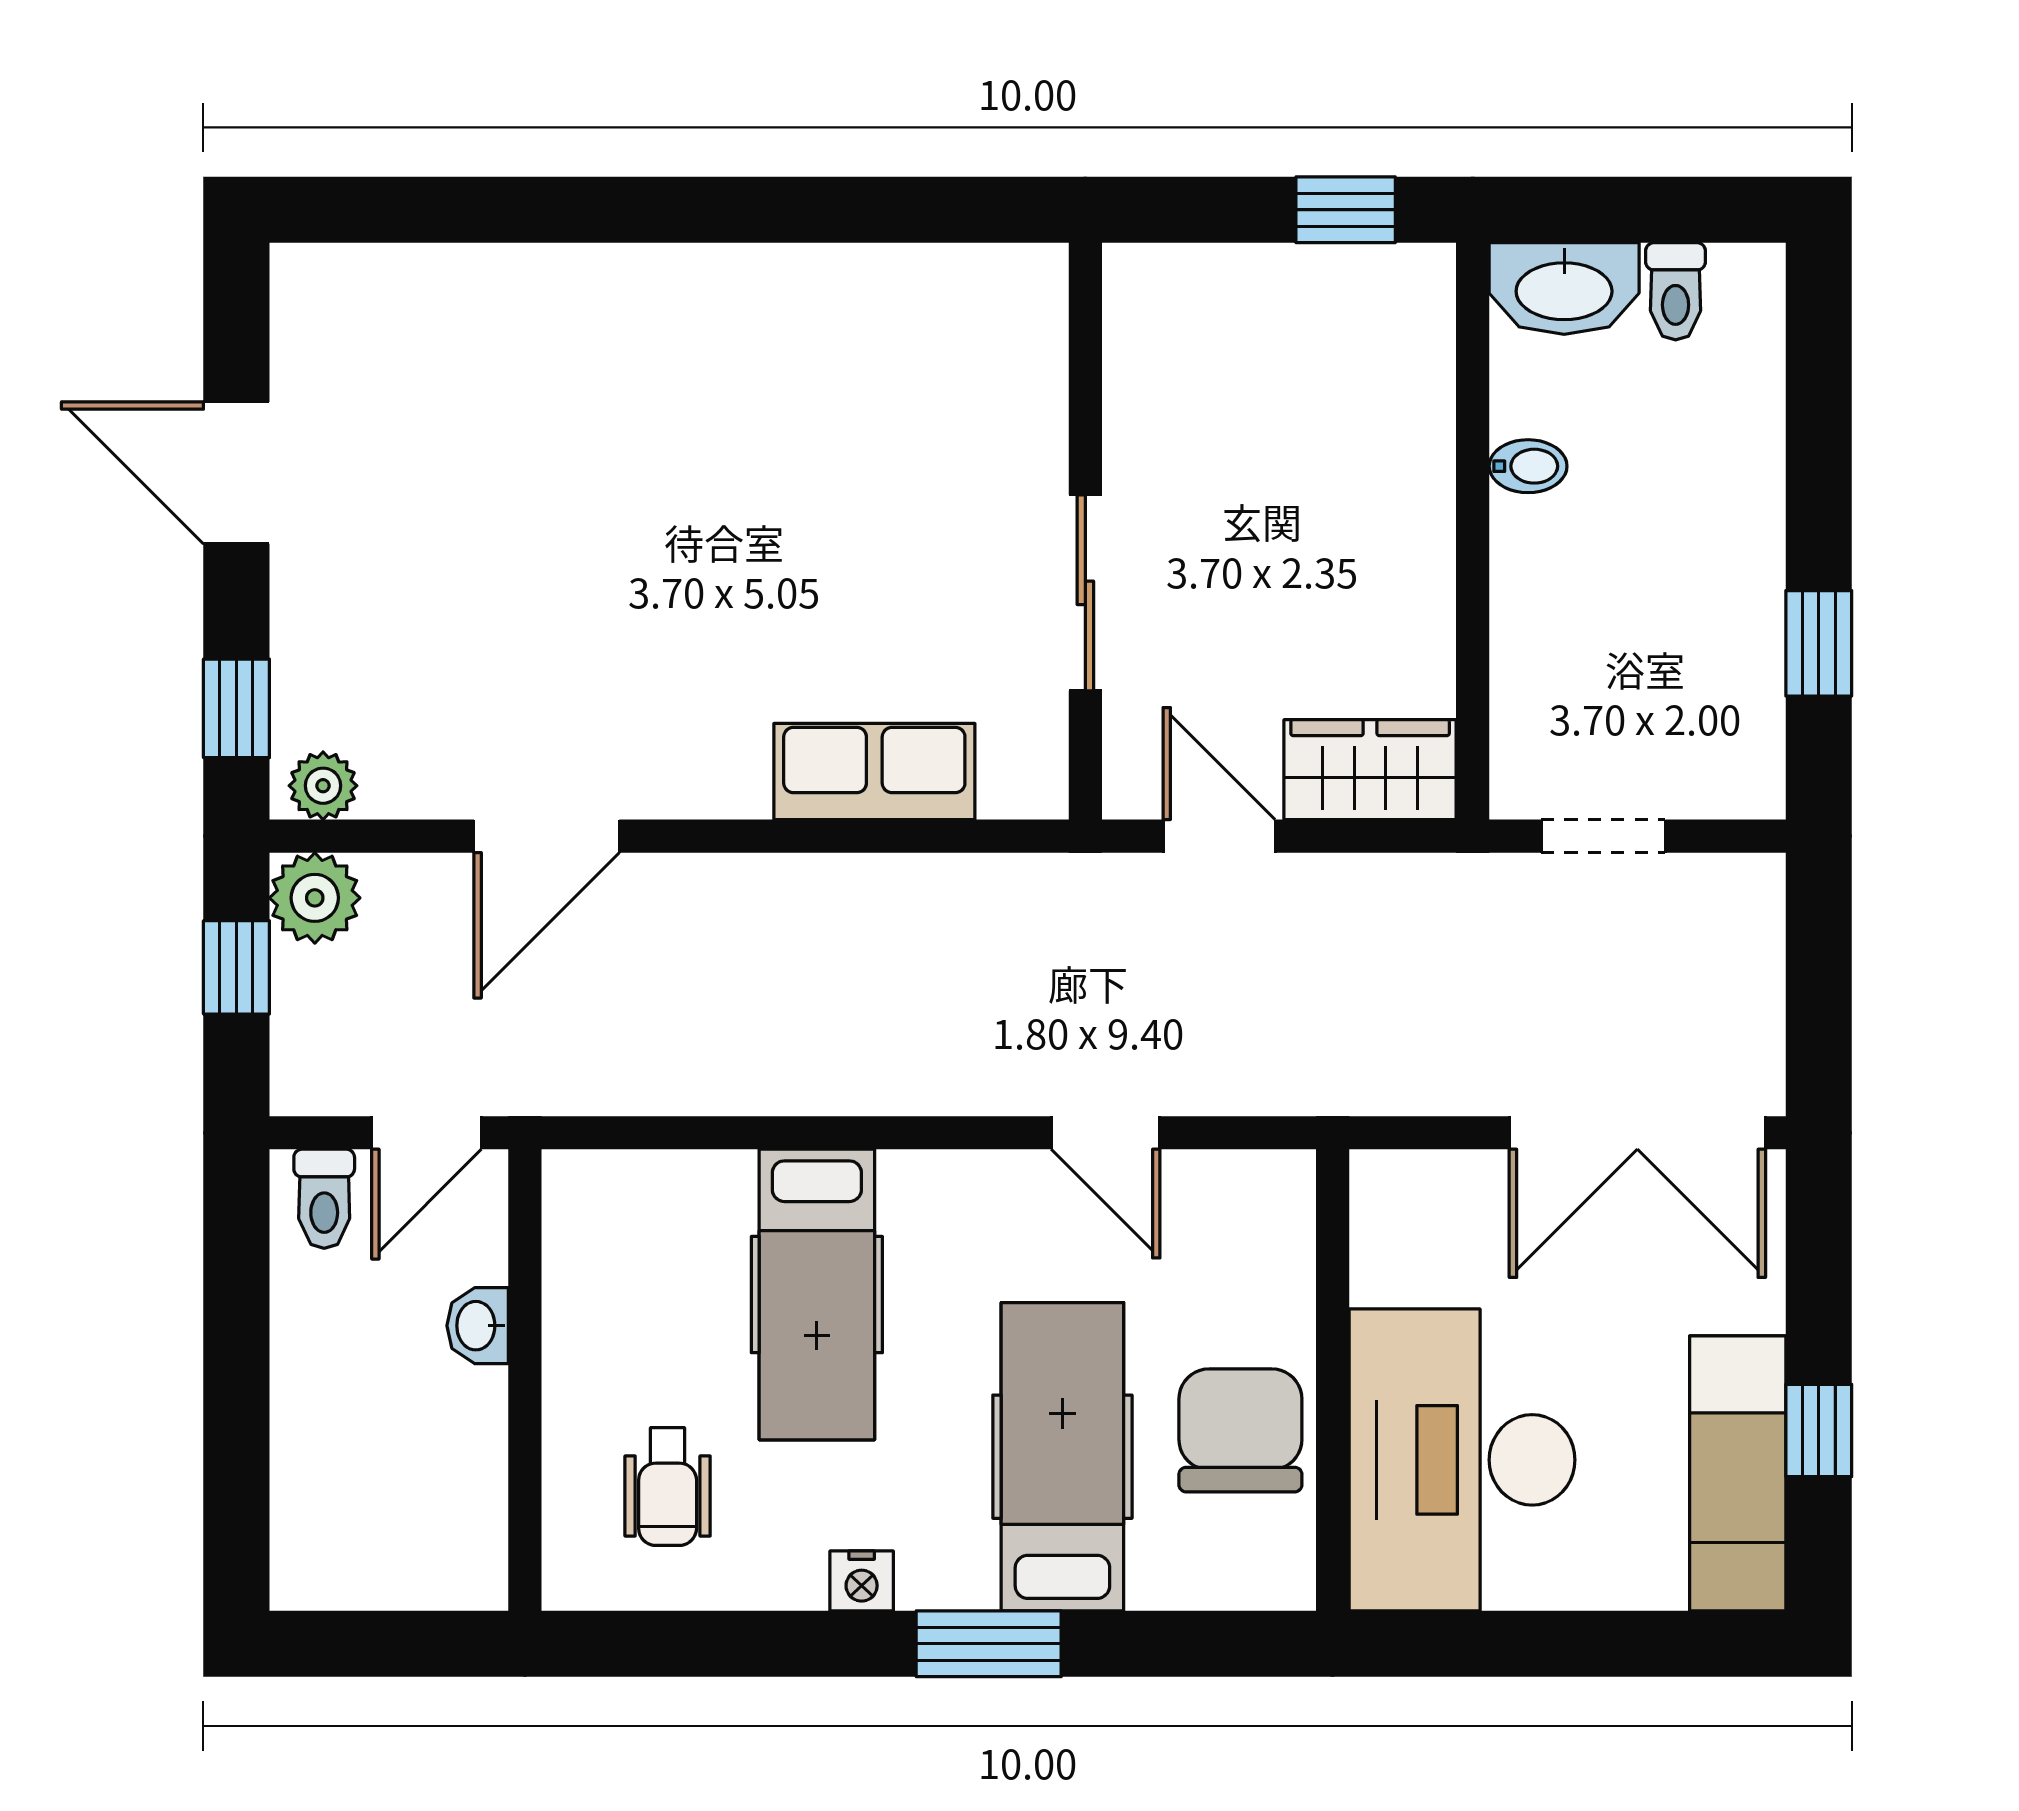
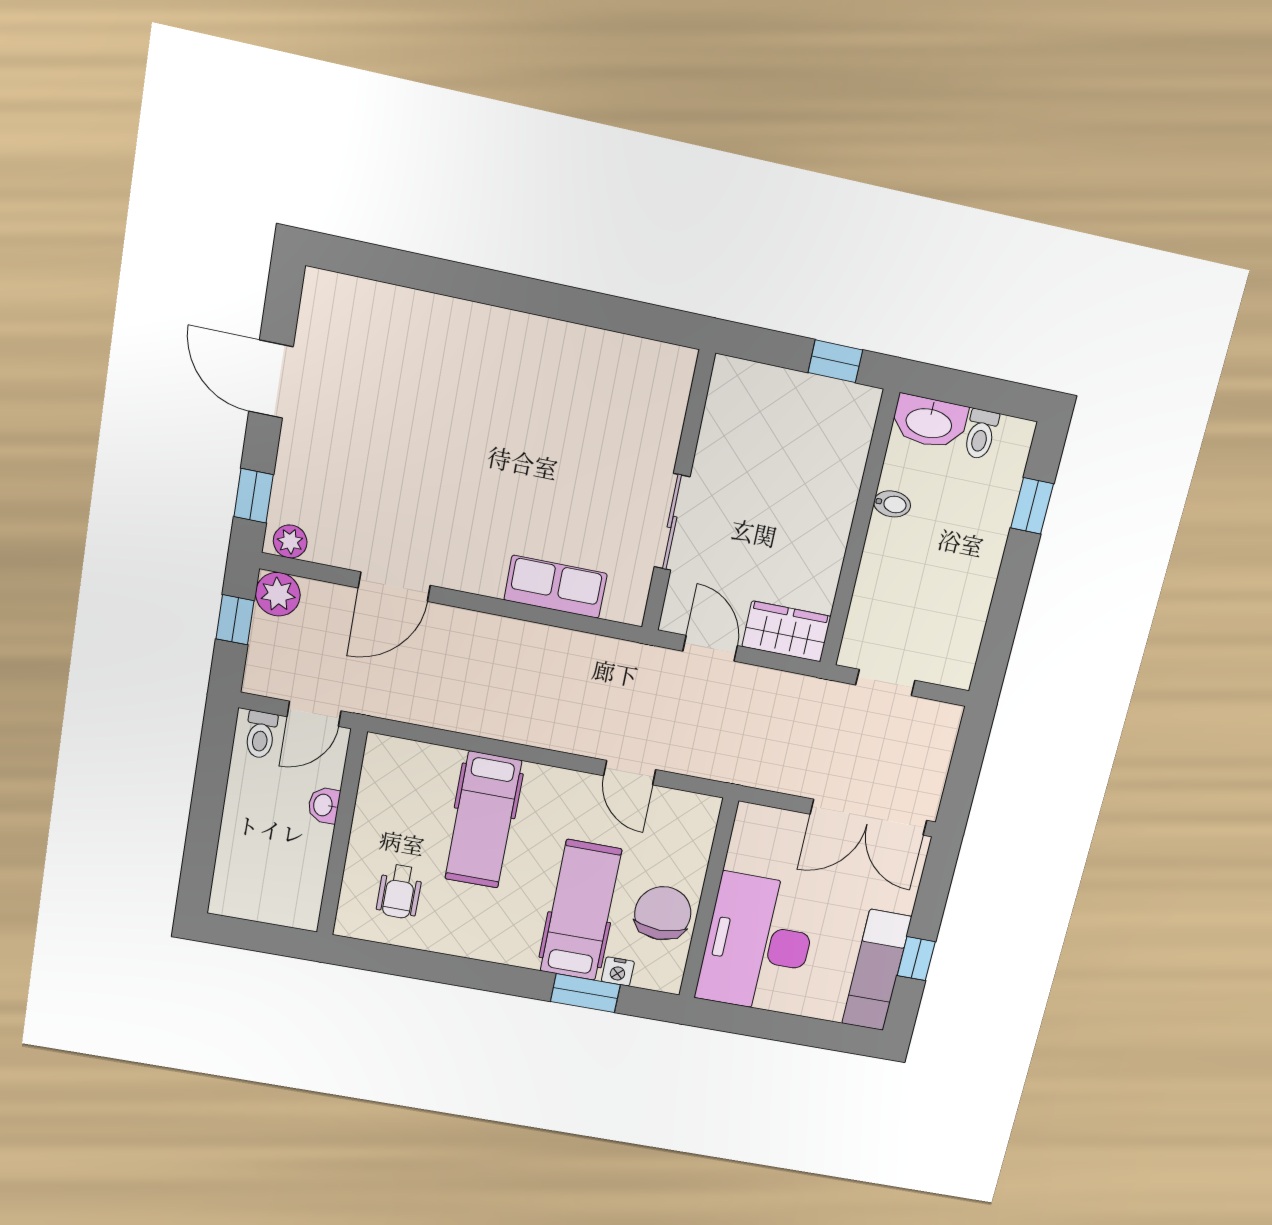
window: (1819, 643) -> (1032, 506), moved
nightstand: (862, 1581) -> (618, 971), moved
window: (989, 1644) -> (585, 993), moved

